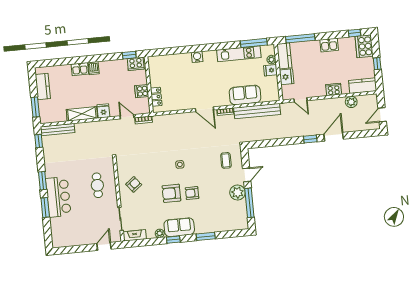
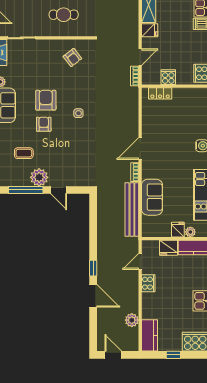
cooker: (334, 89) -> (148, 283), moved
coffee table: (226, 160) -> (24, 153), moved
armchair: (134, 184) -> (72, 58), moved

